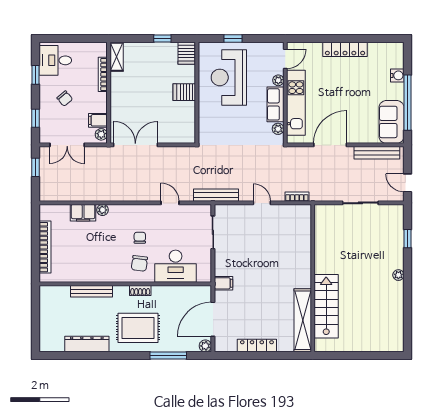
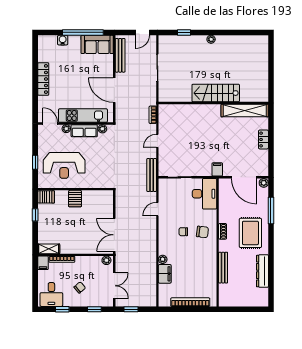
filing cabinet: (98, 120) -> (43, 263), moved
desk: (176, 266) -> (205, 194), moved
stairs: (326, 306) -> (216, 93), moved
locker: (257, 345) -> (263, 139), width x0.66

